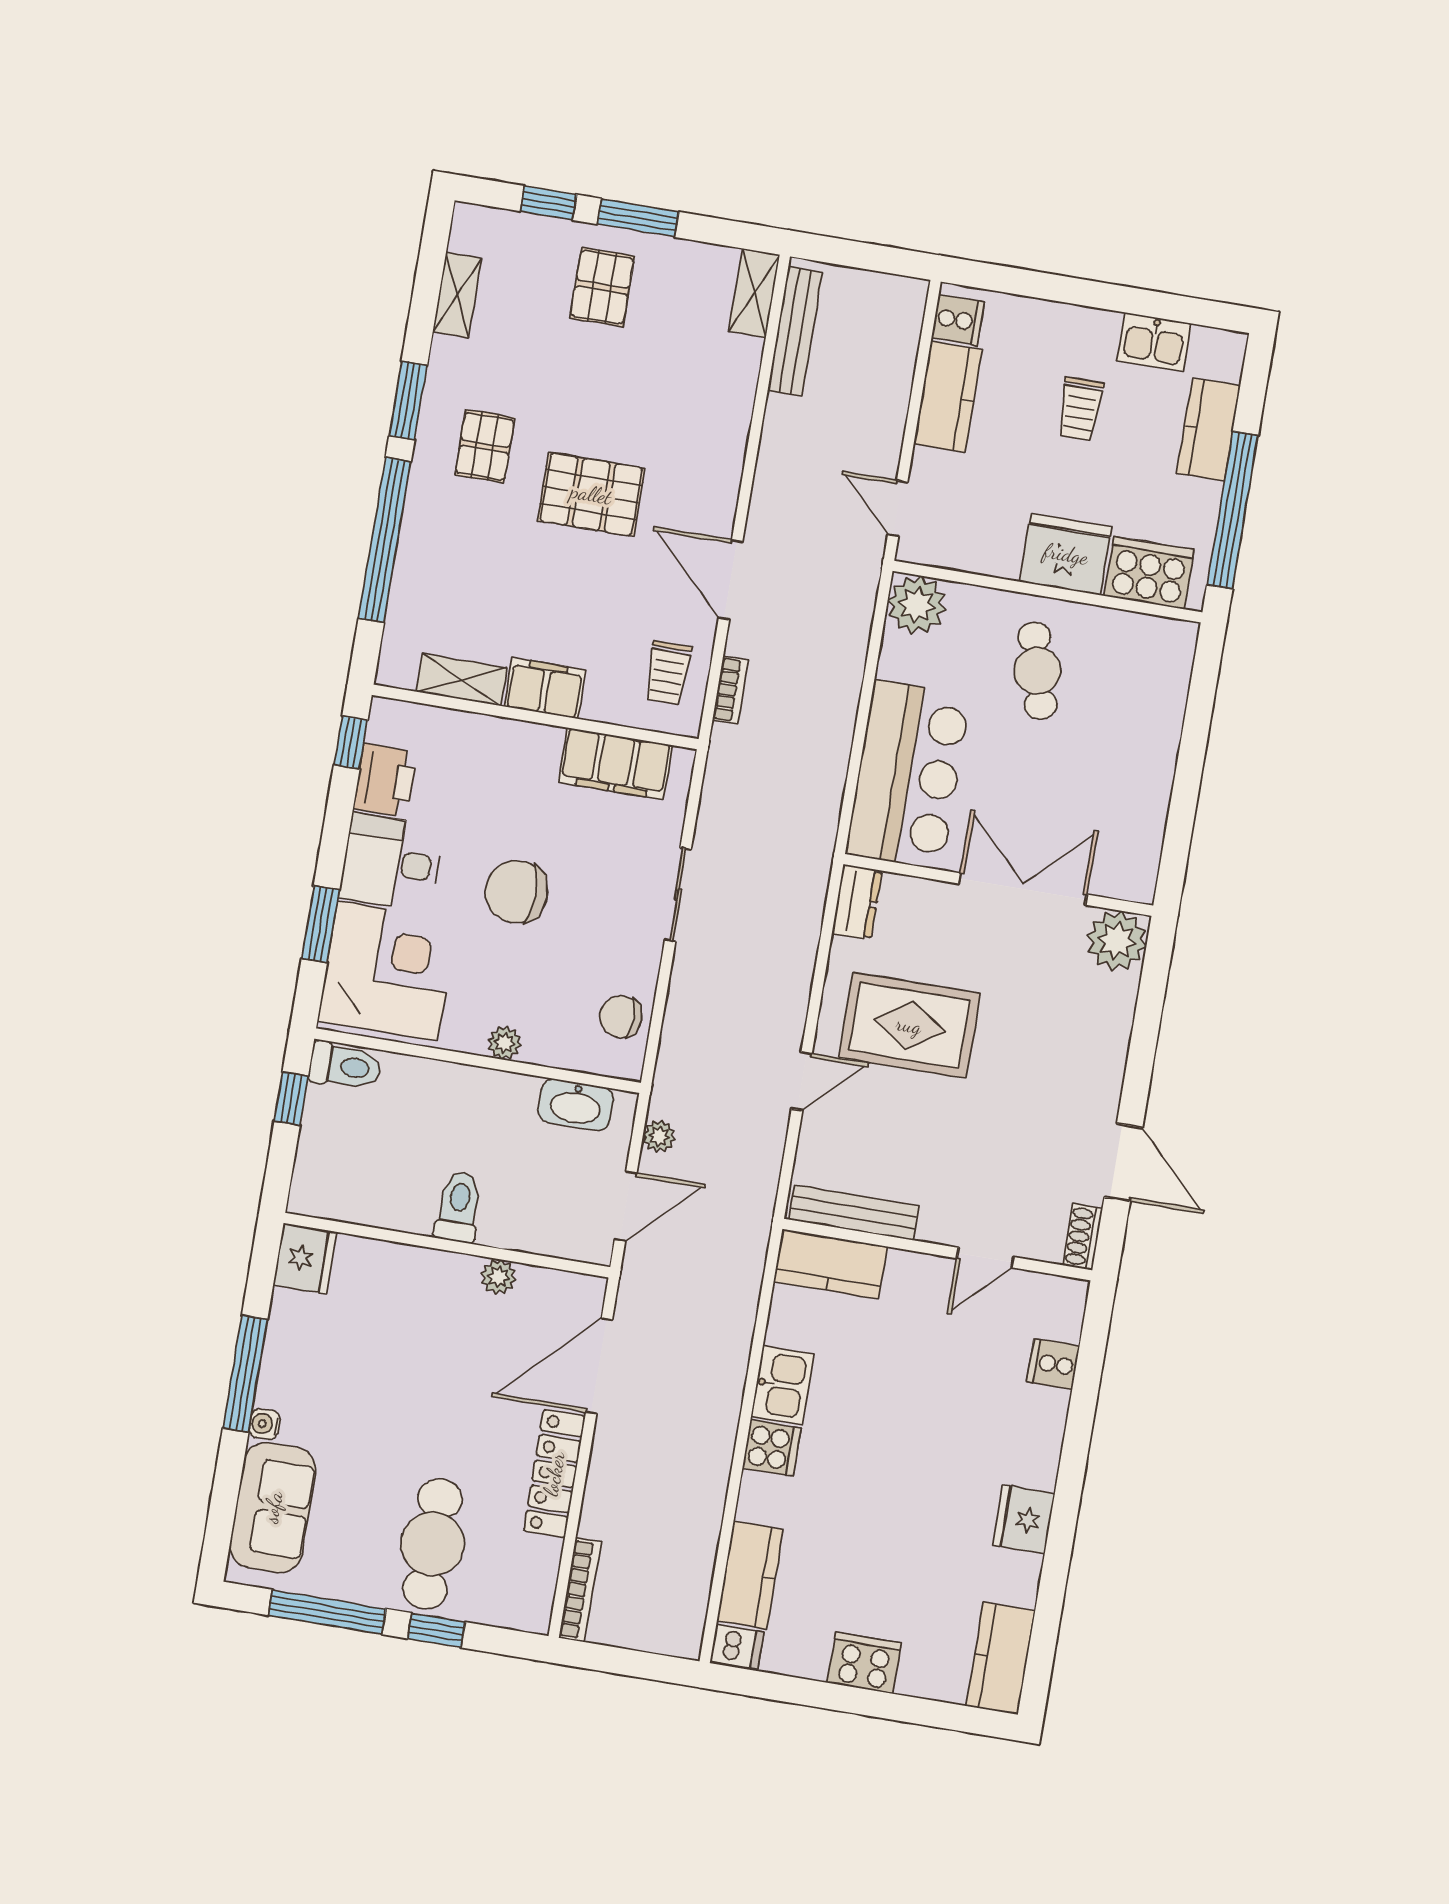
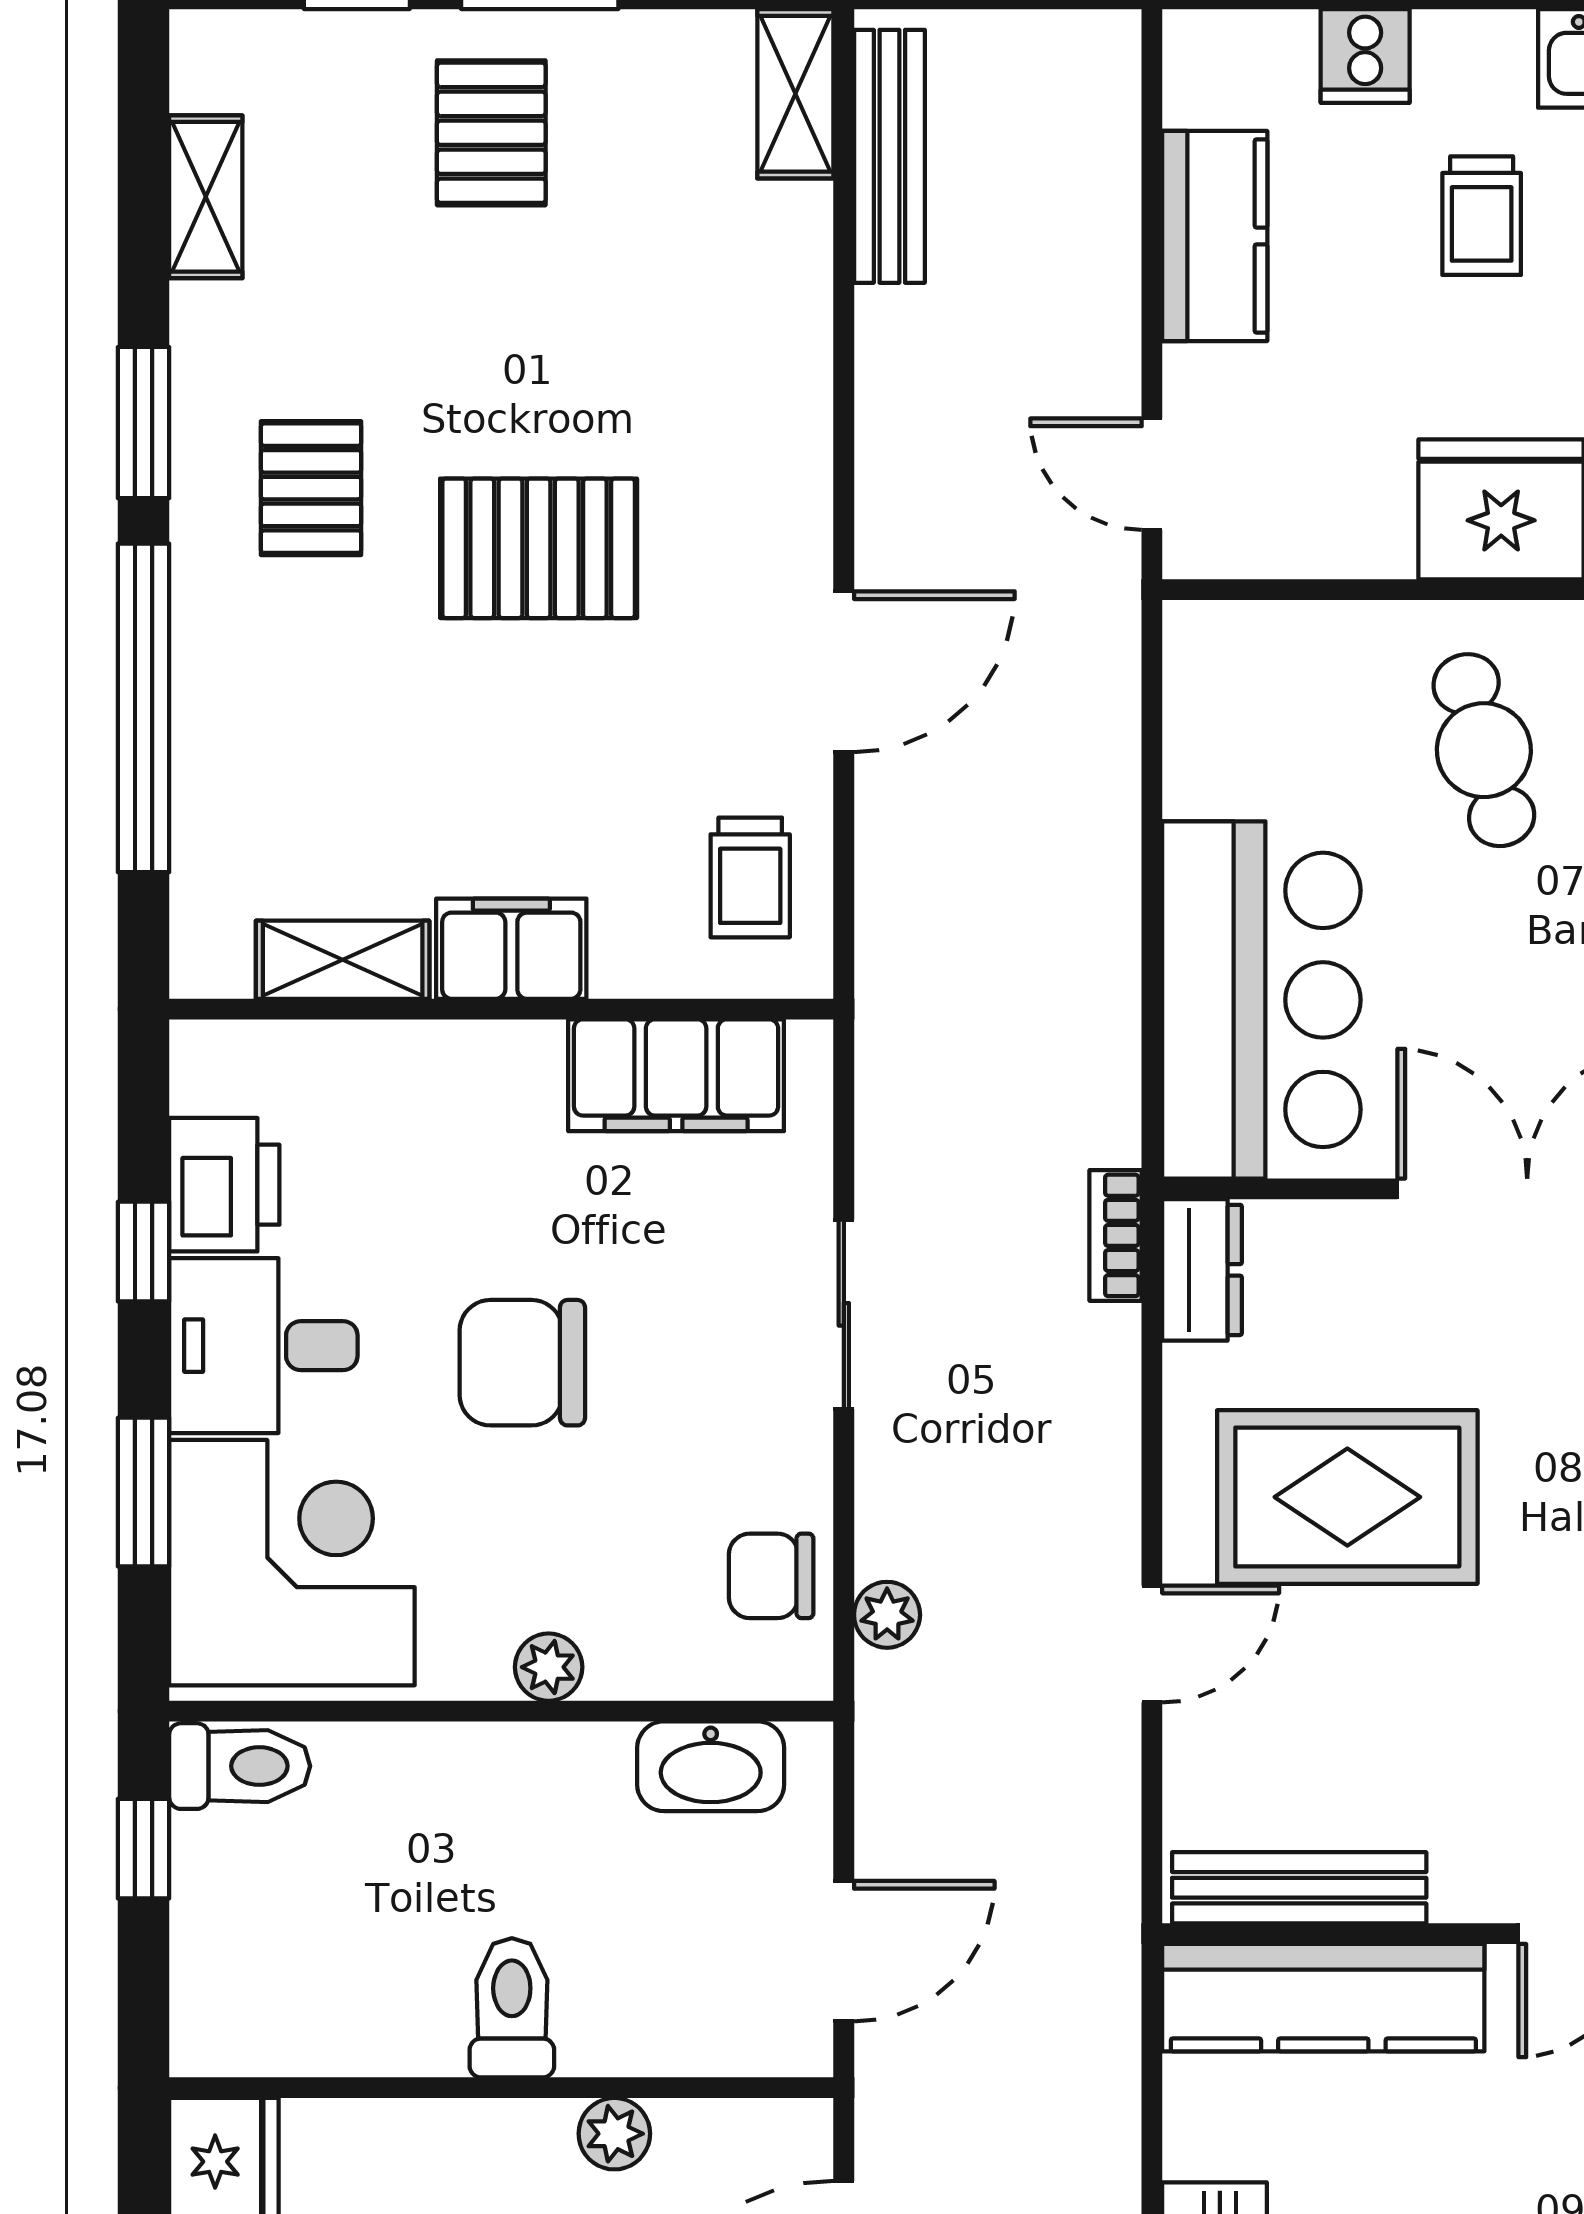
cooker: (958, 320) -> (1365, 56), moved, turned 90
door: (731, 580) -> (844, 672), swing flipped
plant: (917, 605) -> (1222, 660), removed
bookcase: (730, 690) -> (1116, 1235), moved, turned 180
window: (351, 742) -> (143, 1252), moved
plant: (659, 1136) -> (887, 1615), moved
kitchen counter: (830, 1264) -> (1323, 1998), width x1.50

